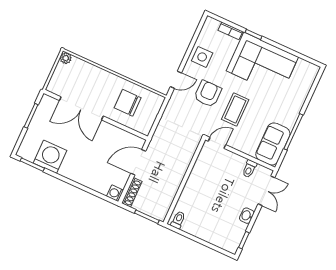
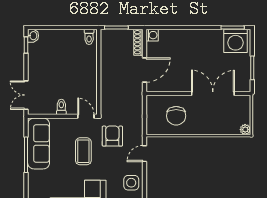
armchair: (208, 94) -> (112, 136), moved, turned 180
chair: (128, 103) -> (176, 116), turned 90
door: (217, 143) -> (86, 116), swing flipped
sofa: (273, 144) -> (39, 143), width x1.36
washing machine: (50, 157) -> (235, 41), moved
toilet: (249, 169) -> (61, 107), moved
washbasin: (247, 216) -> (33, 36), moved

